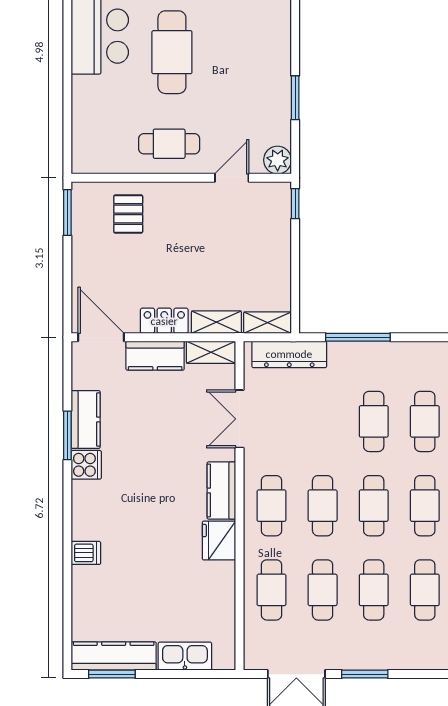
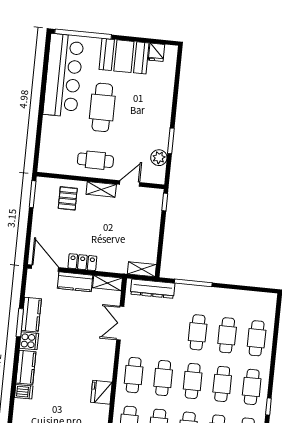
plant: (278, 160) -> (159, 158), moved
shelving: (216, 322) -> (101, 189), moved
kitchen counter: (221, 490) -> (26, 367), moved, turned 180

